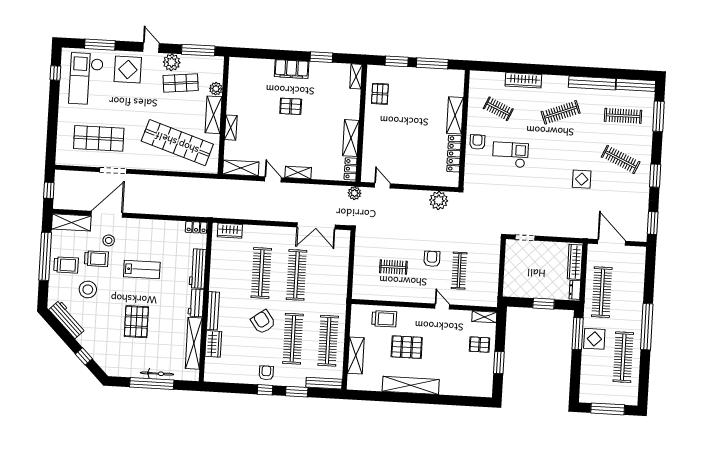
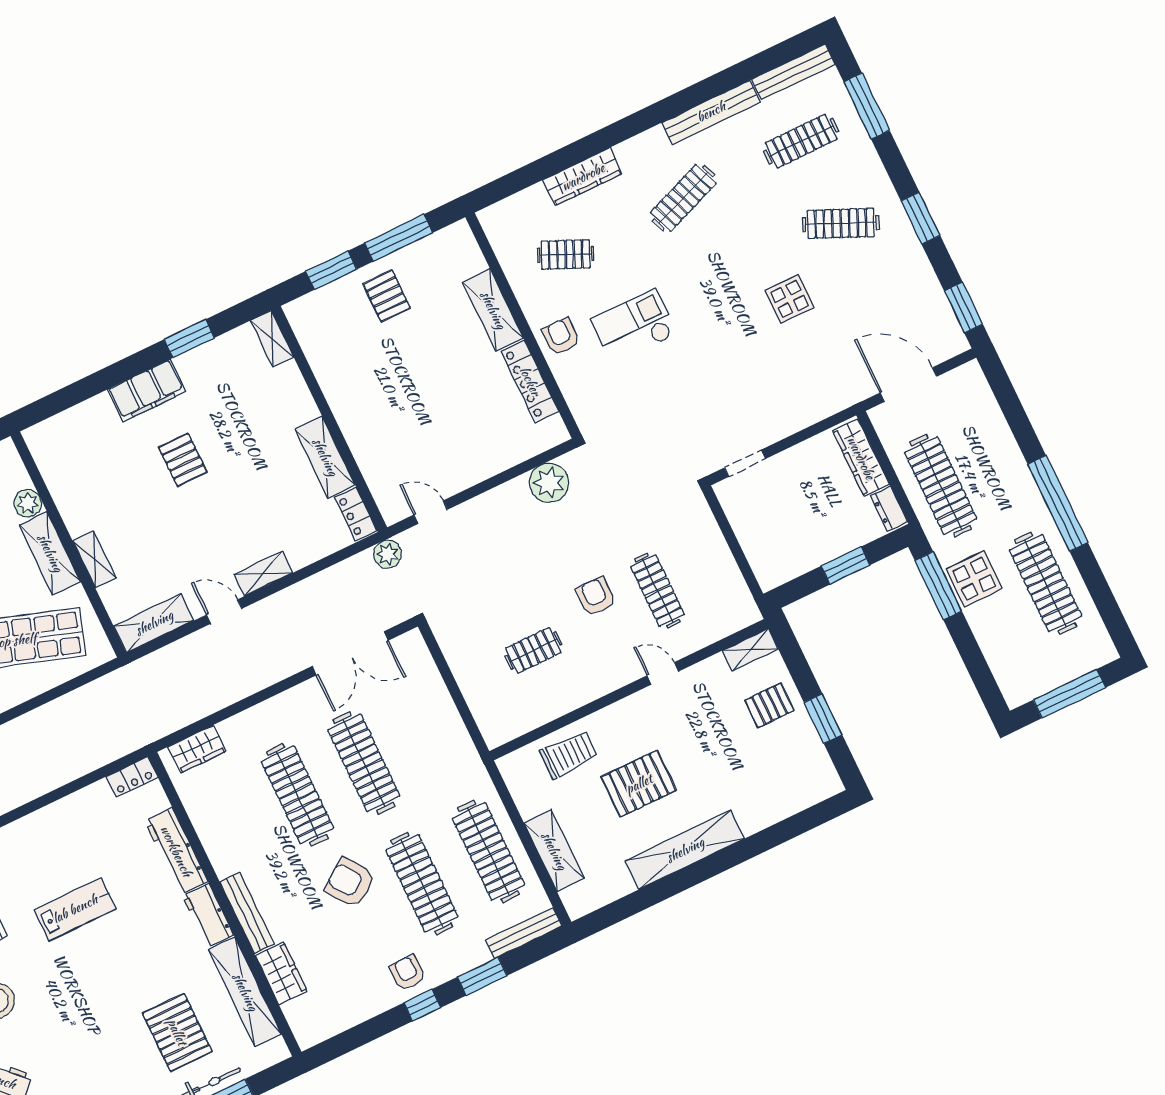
pallet: (380, 94) -> (387, 296), moved
pallet: (291, 106) -> (183, 460), turned 90
pallet: (136, 322) -> (177, 1032), moved

